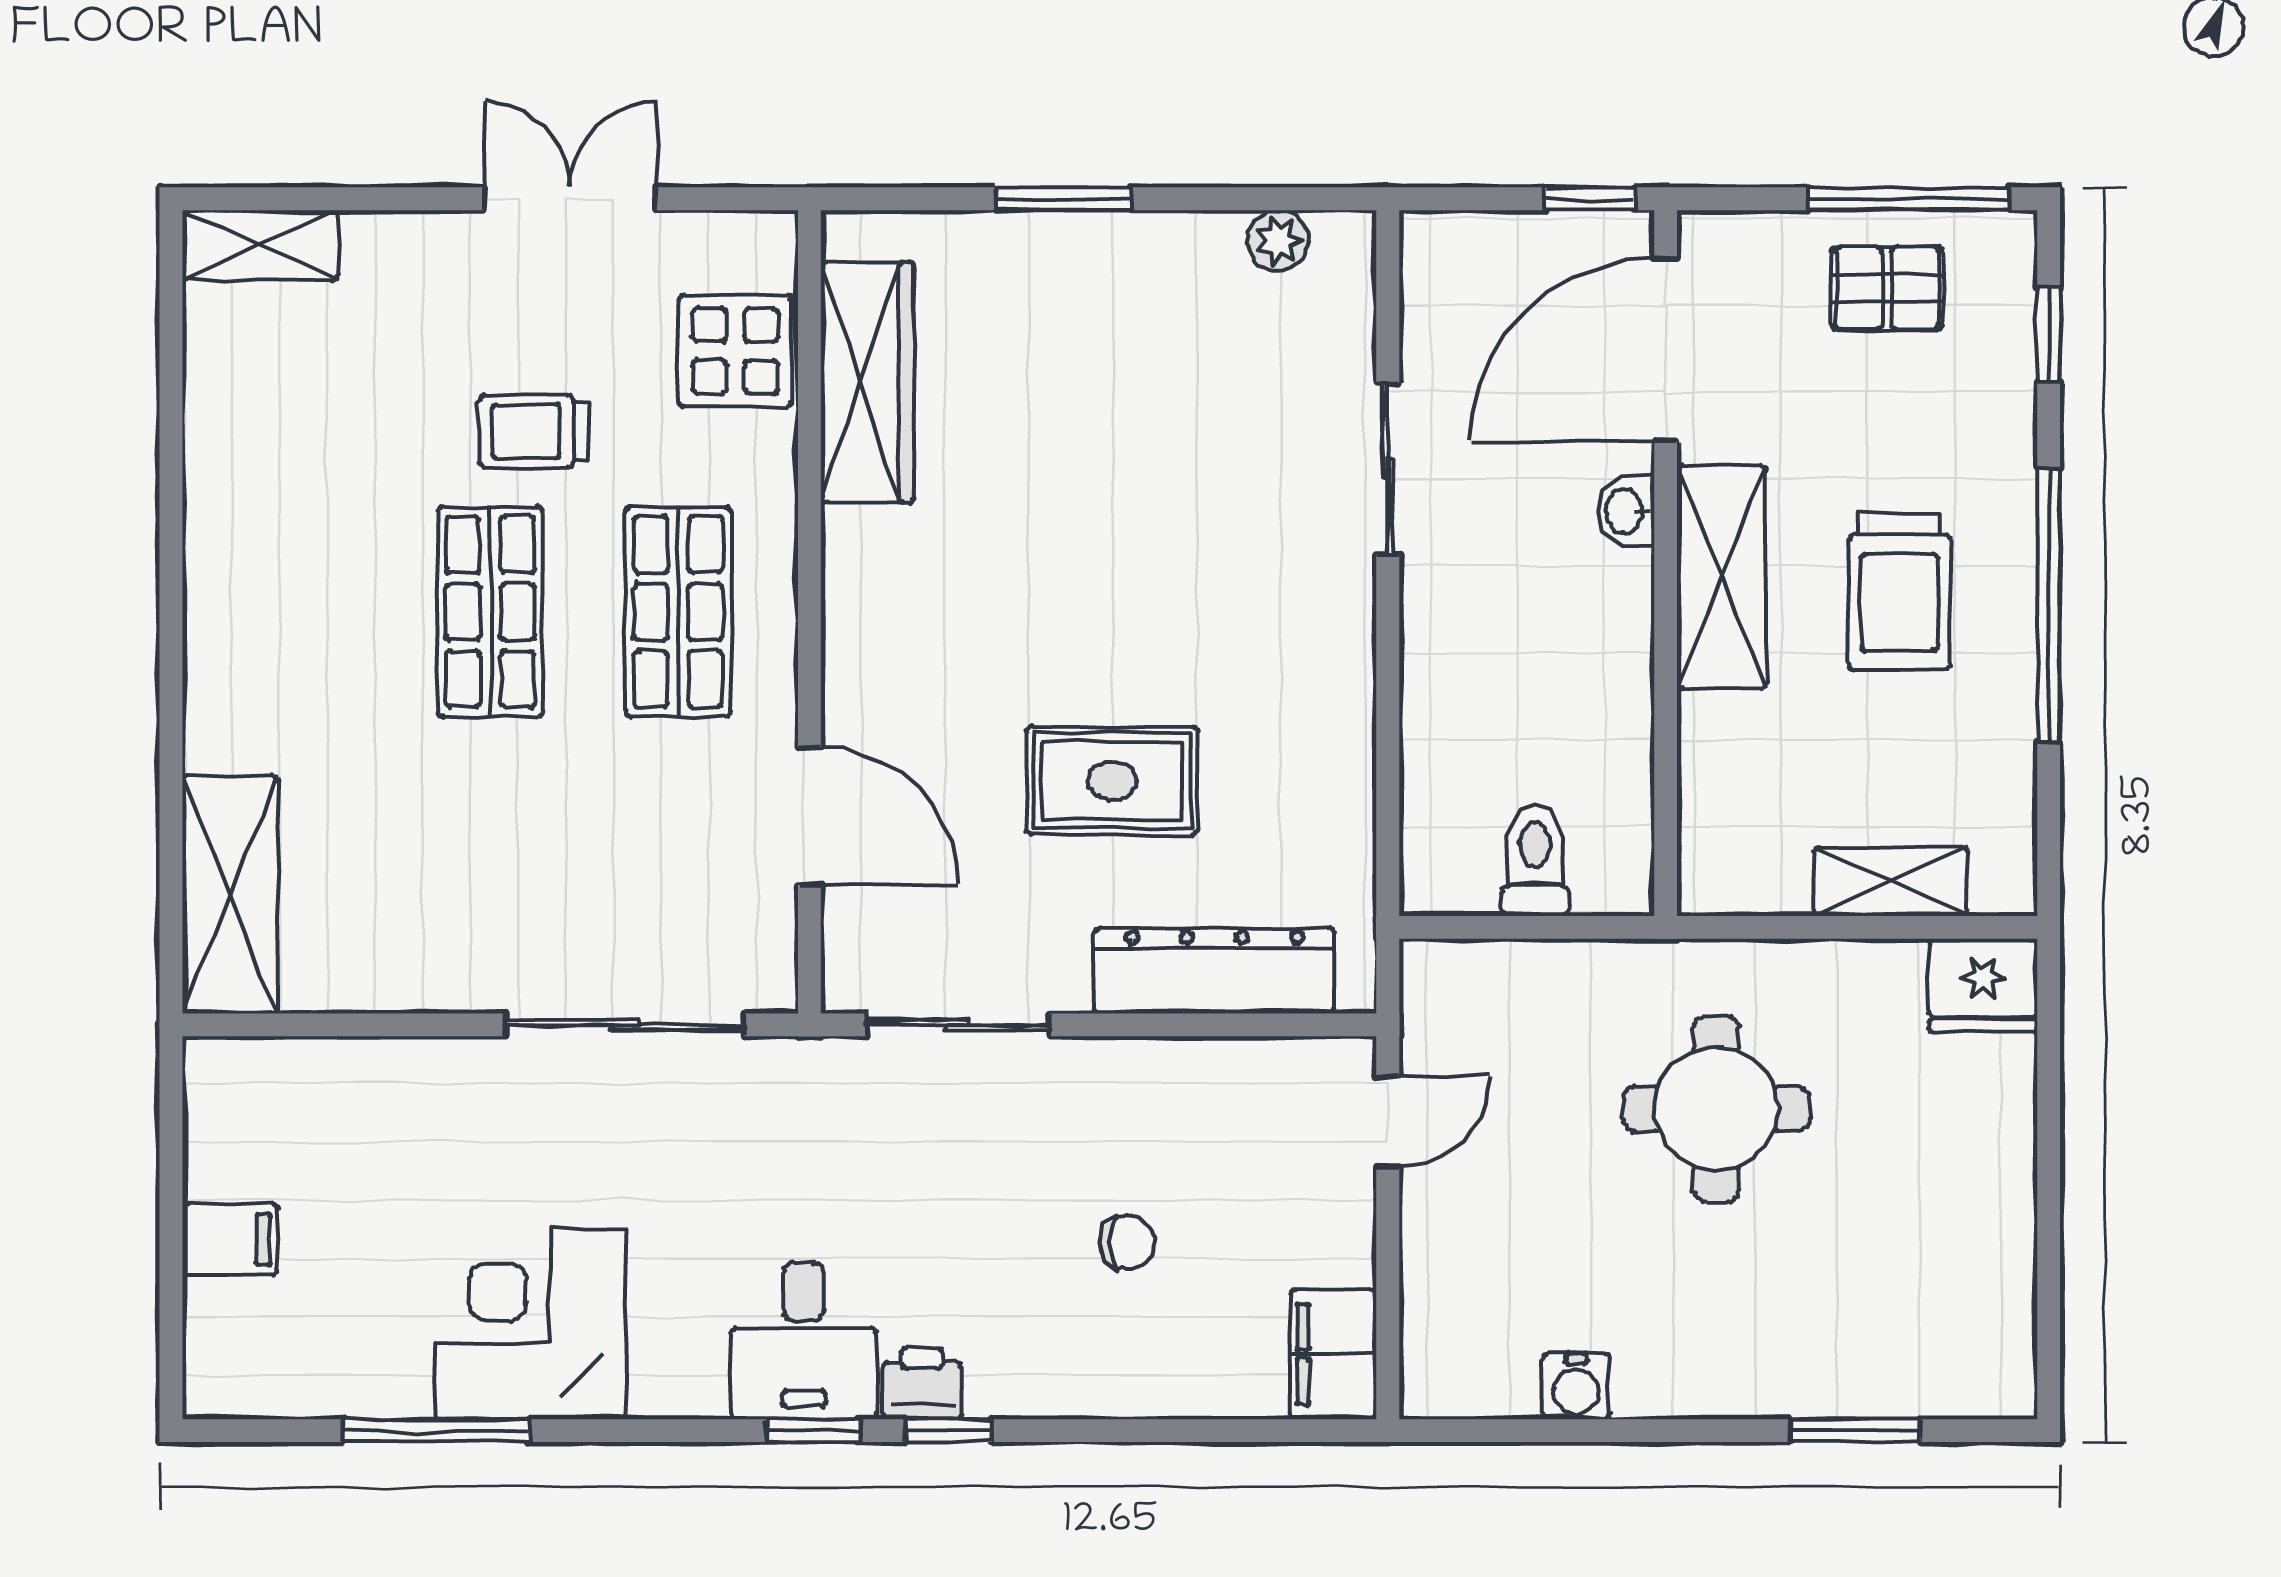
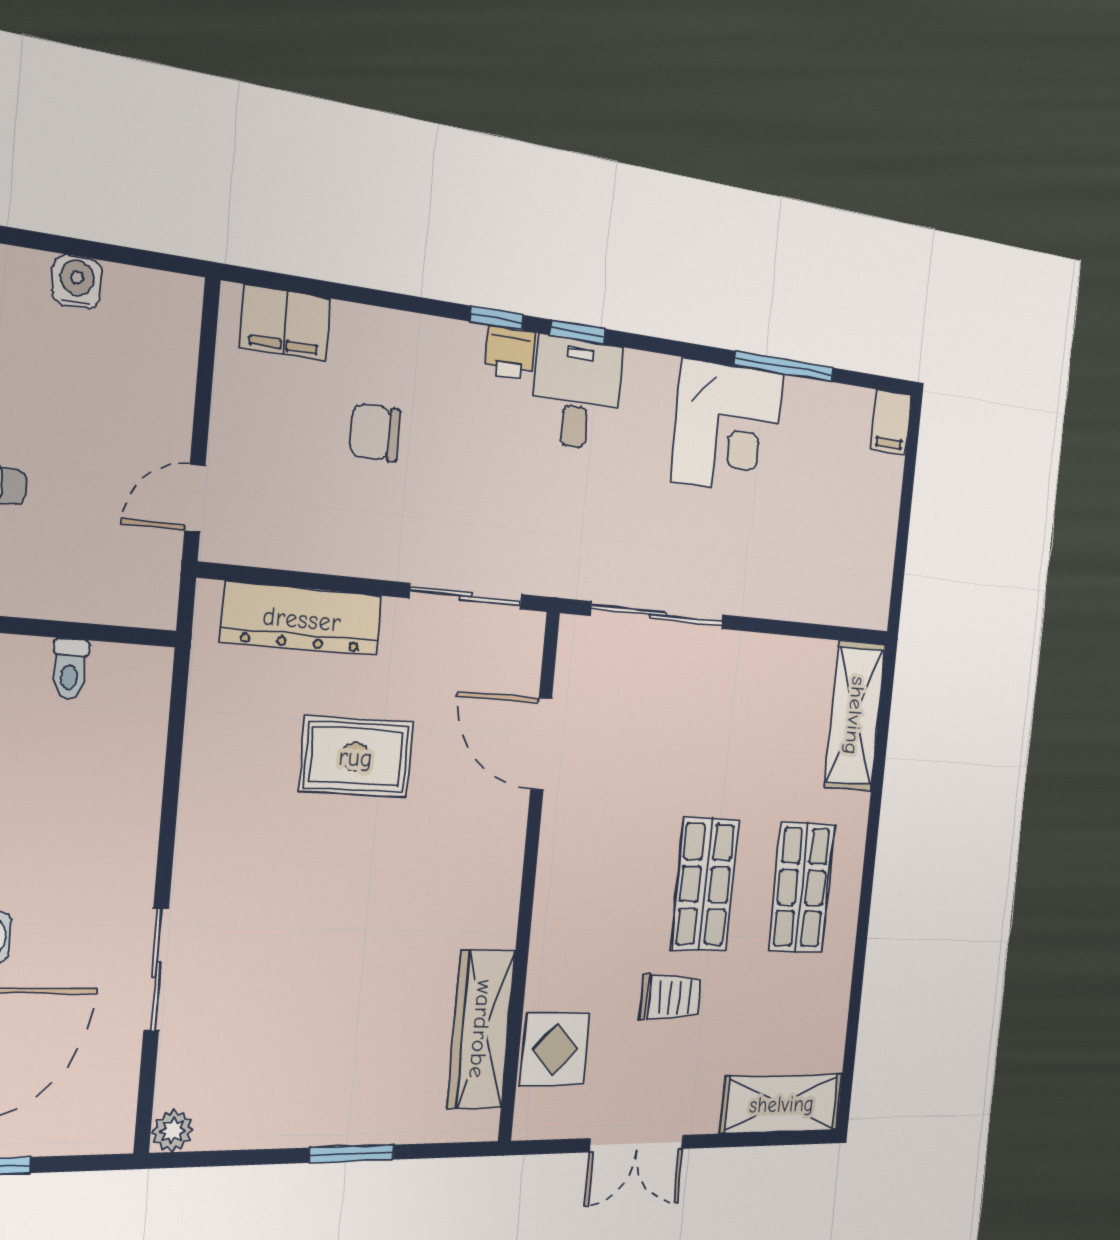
plant: (1278, 241) -> (173, 1131), moved
shelving: (260, 245) -> (782, 1104), width x1.50, depth x1.33
shop shelf: (678, 612) -> (802, 887), moved
toilet: (1535, 860) -> (70, 669), width x0.73, depth x0.72
filing cabinet: (230, 1239) -> (891, 422), moved, turned -90
chair: (1127, 1243) -> (375, 433), width x1.37, depth x1.37
filing cabinet: (1333, 1354) -> (285, 323), moved, turned 90

